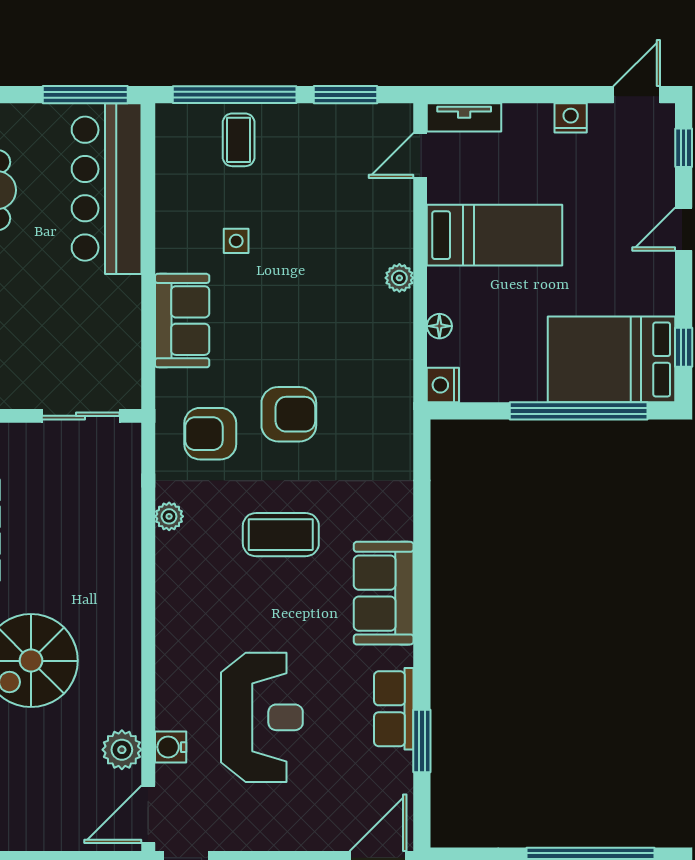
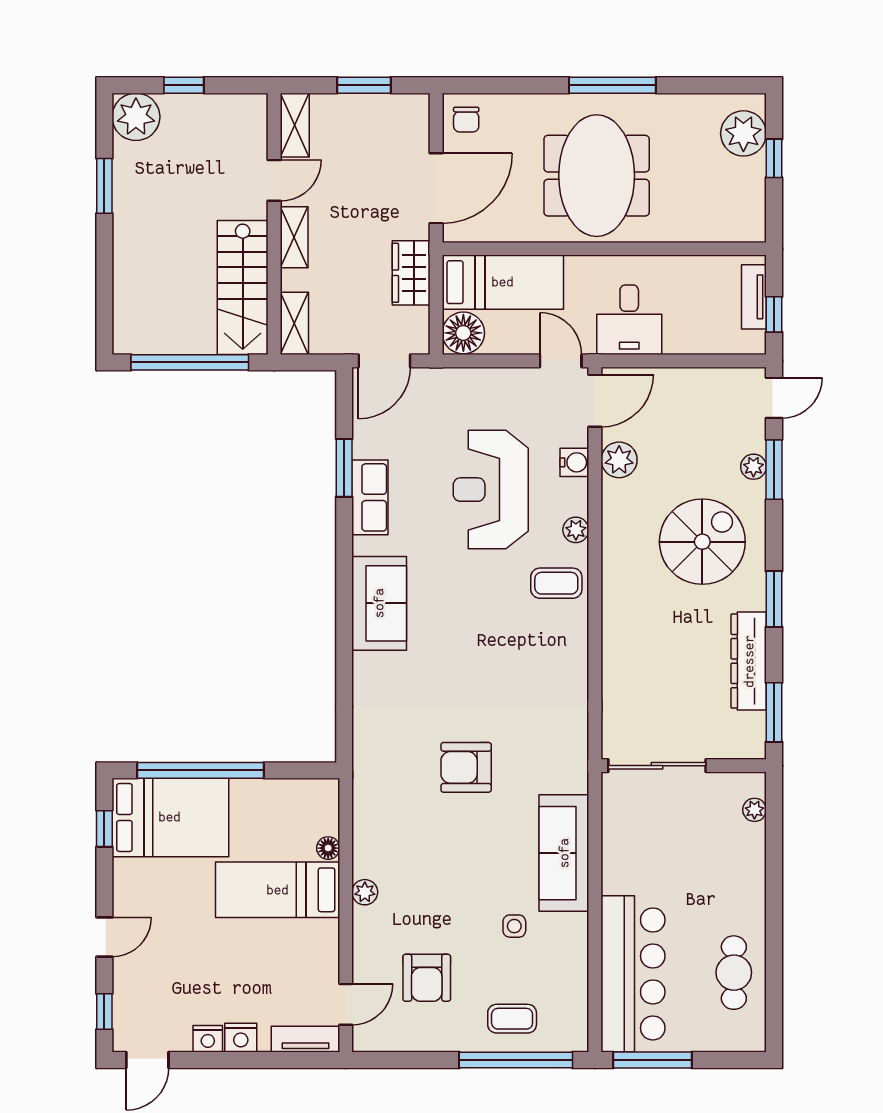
window: (346, 95) -> (414, 1060), removed
coffee table: (239, 140) -> (512, 1019), turned 90
bed: (495, 235) -> (278, 890), moved
sofa: (182, 321) -> (564, 853), width x1.36
nightstand: (443, 385) -> (241, 1038), moved, turned 90
sliding door: (81, 416) -> (657, 766), width x1.37
armchair: (210, 434) -> (427, 978), moved, turned 90
plant: (169, 516) -> (576, 530), moved
coffee table: (281, 535) -> (556, 583), moved, width x0.73, depth x0.77

